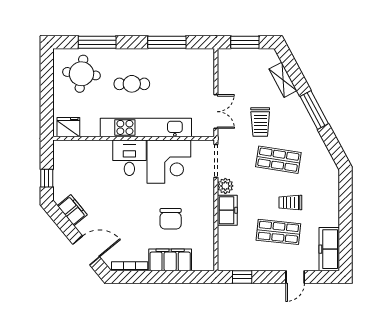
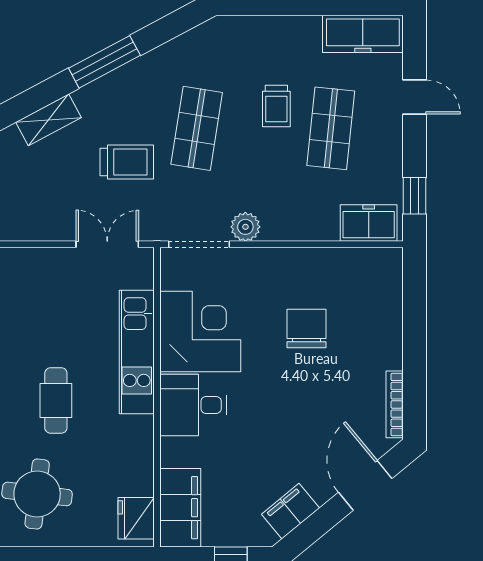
kitchen unit: (146, 127) -> (137, 352), width x0.73
freezer: (227, 210) -> (369, 223), moved
chair: (171, 219) -> (306, 328), turned -90
filing cabinet: (170, 260) -> (180, 508), moved, turned 180

